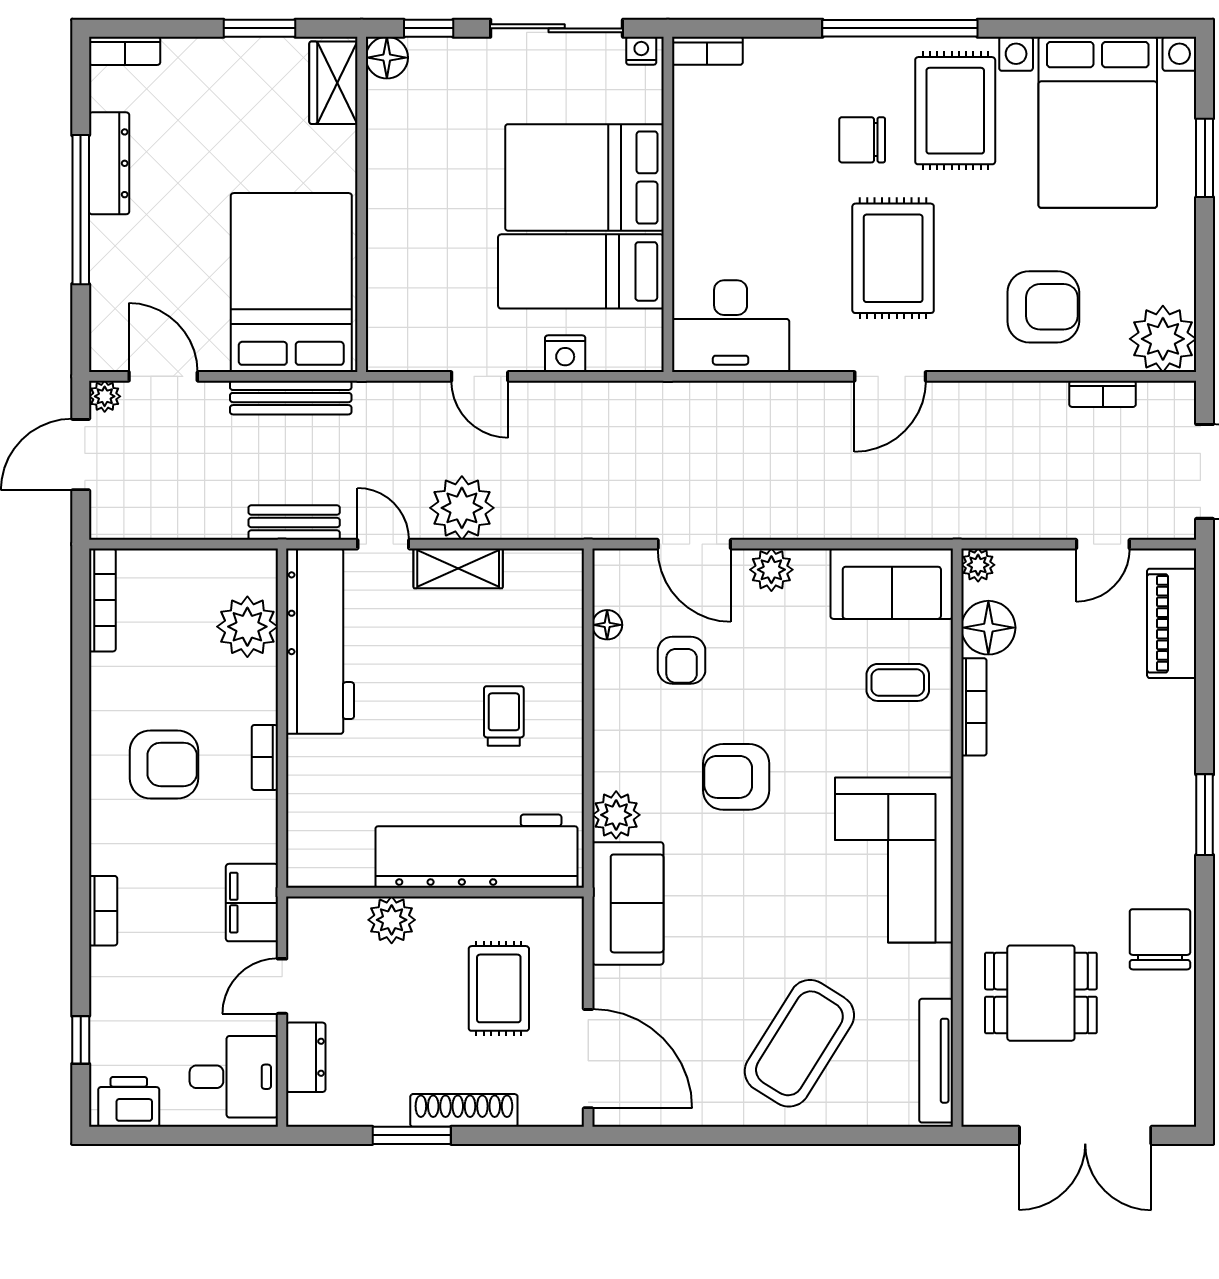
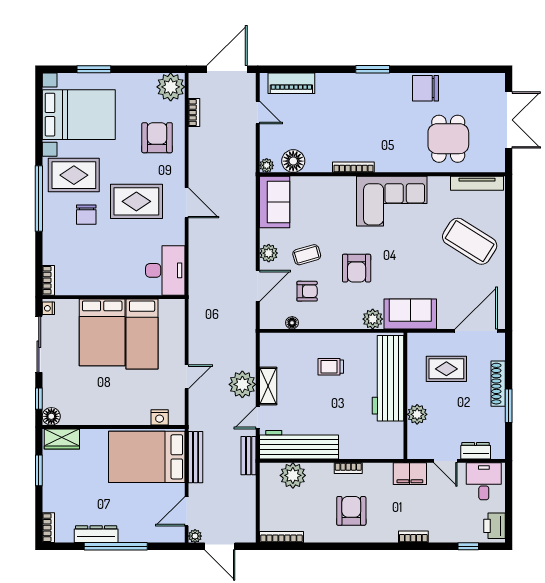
nightstand: (565, 354) -> (160, 417), moved, turned 90
coffee table: (898, 682) -> (307, 255), moved, turned 74
bookcase: (974, 707) -> (353, 167), moved

